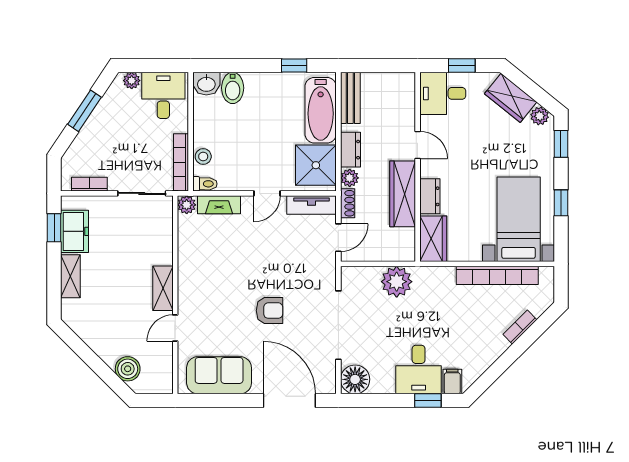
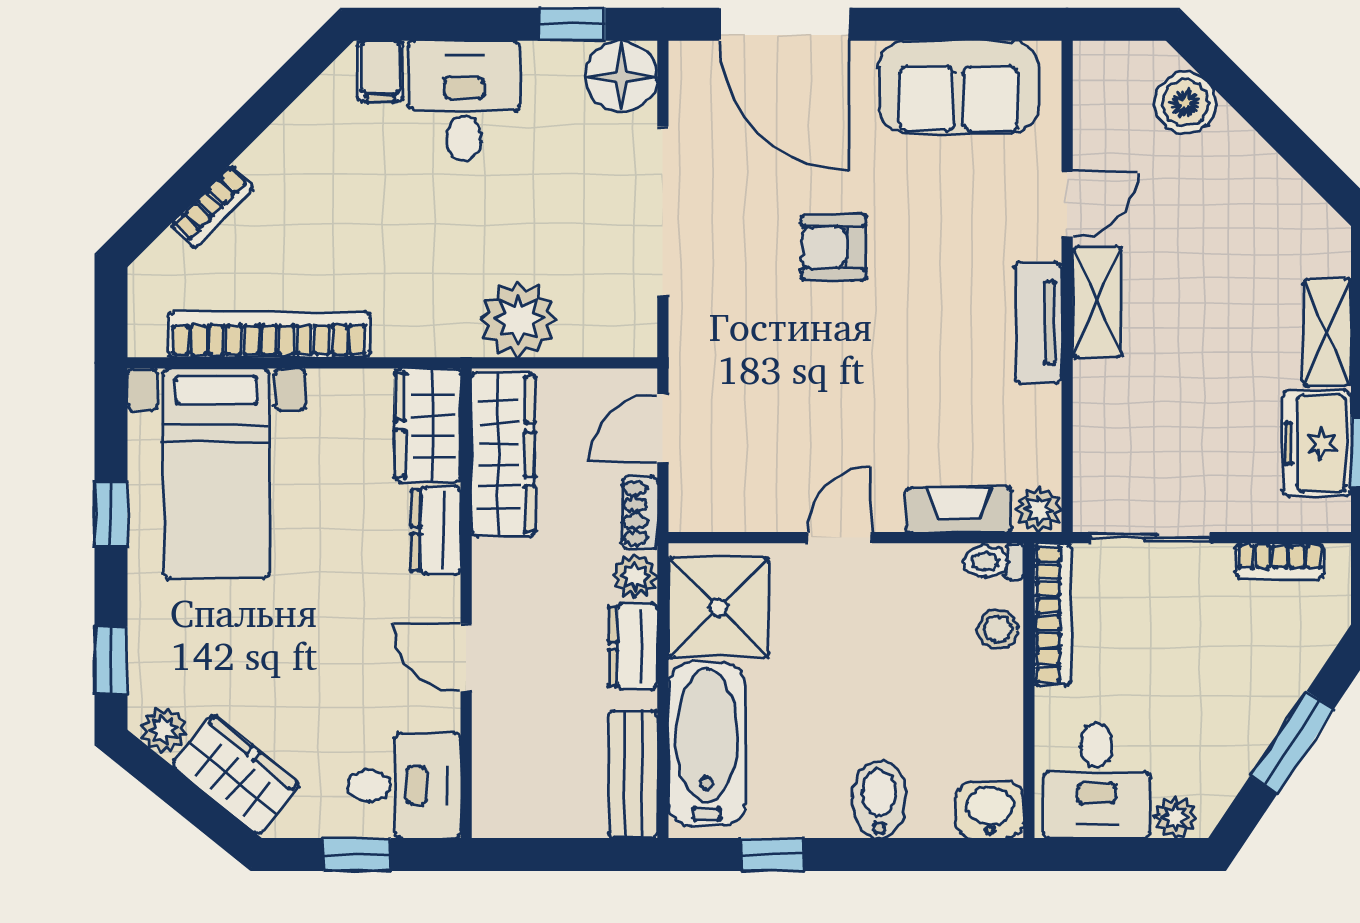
bidet: (233, 88) -> (879, 799), moved
wardrobe: (403, 194) -> (503, 455), moved
tv unit: (312, 205) -> (1038, 322), moved, turned -90
window: (428, 401) -> (572, 24), moved

